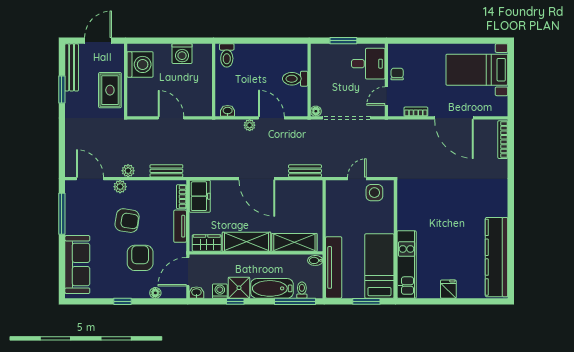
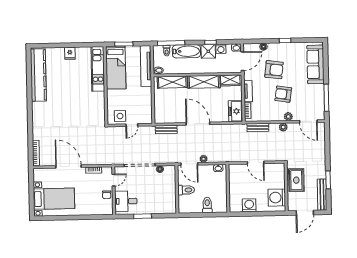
toilet: (227, 55) -> (207, 205), moved
toilet: (295, 79) -> (186, 190), moved
wall: (309, 80) -> (177, 189), moved
armchair: (140, 258) -> (274, 70), turned -83

